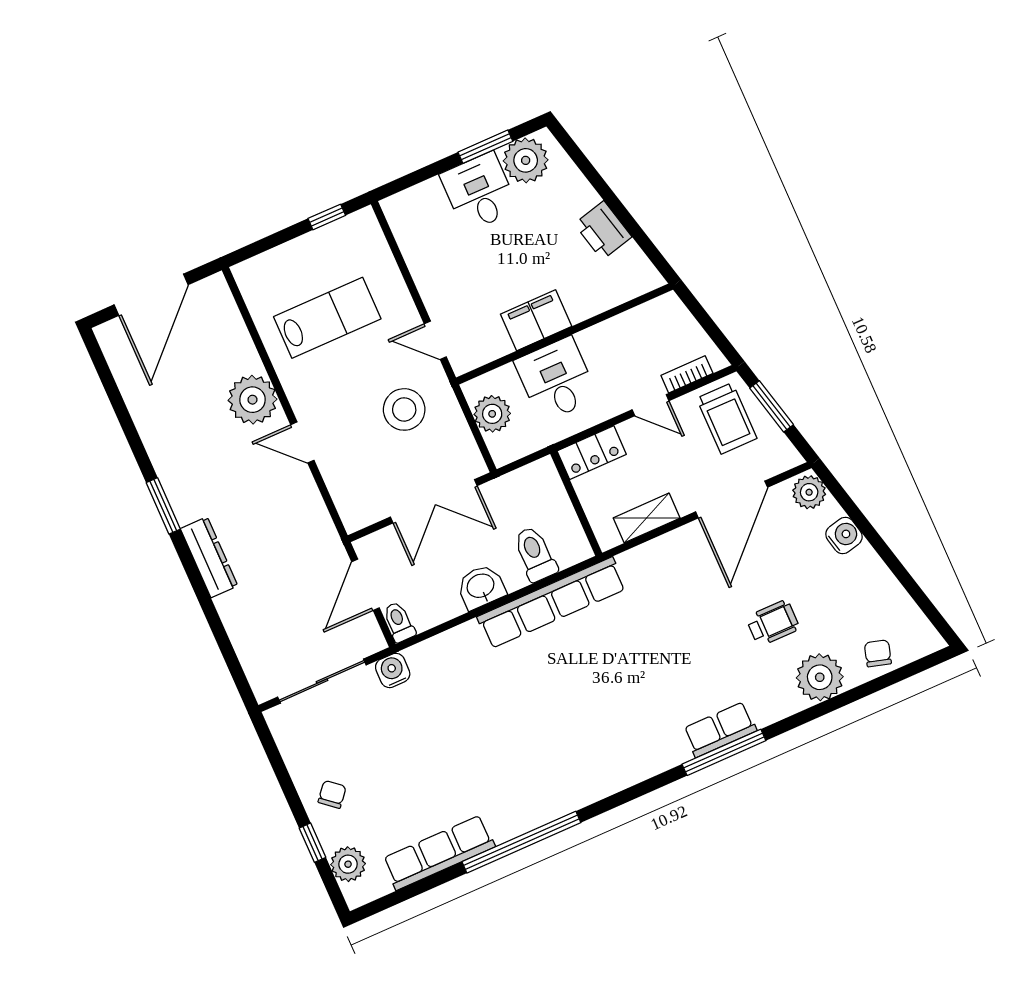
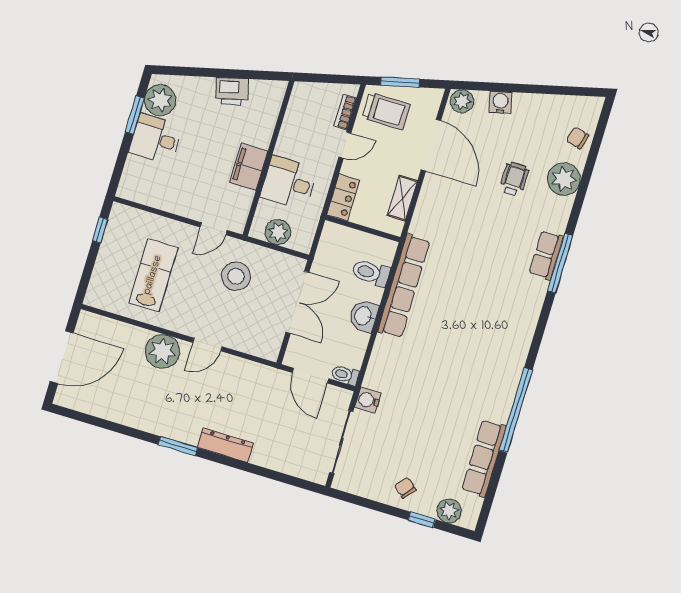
door: (151, 295) -> (62, 357), hinge flipped

